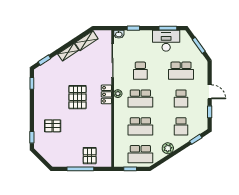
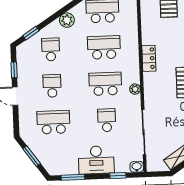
desk: (166, 41) -> (96, 160), moved
locker: (106, 94) -> (149, 58), moved

